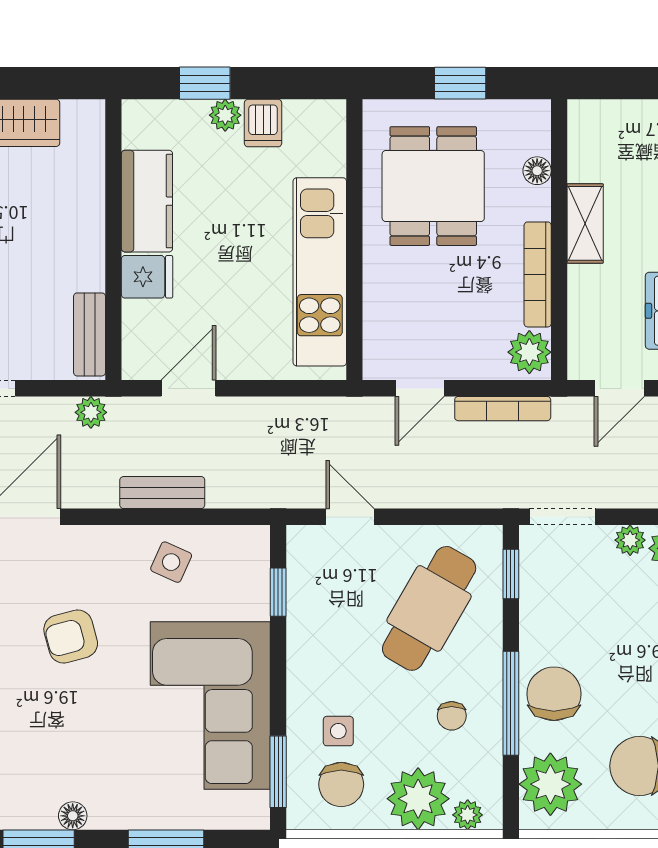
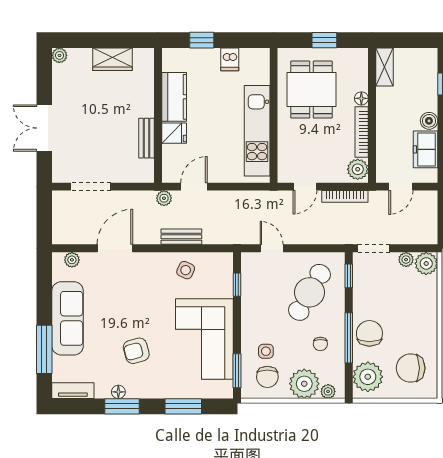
plant: (225, 115) -> (212, 56), removed
floor lamp: (537, 171) -> (361, 98), moved
shelving: (585, 223) -> (384, 67), moved
bench: (90, 334) -> (146, 138), moved
plant: (91, 412) -> (164, 198), moved
armchair: (71, 636) -> (136, 351), moved
floor lamp: (73, 816) -> (118, 392), moved

